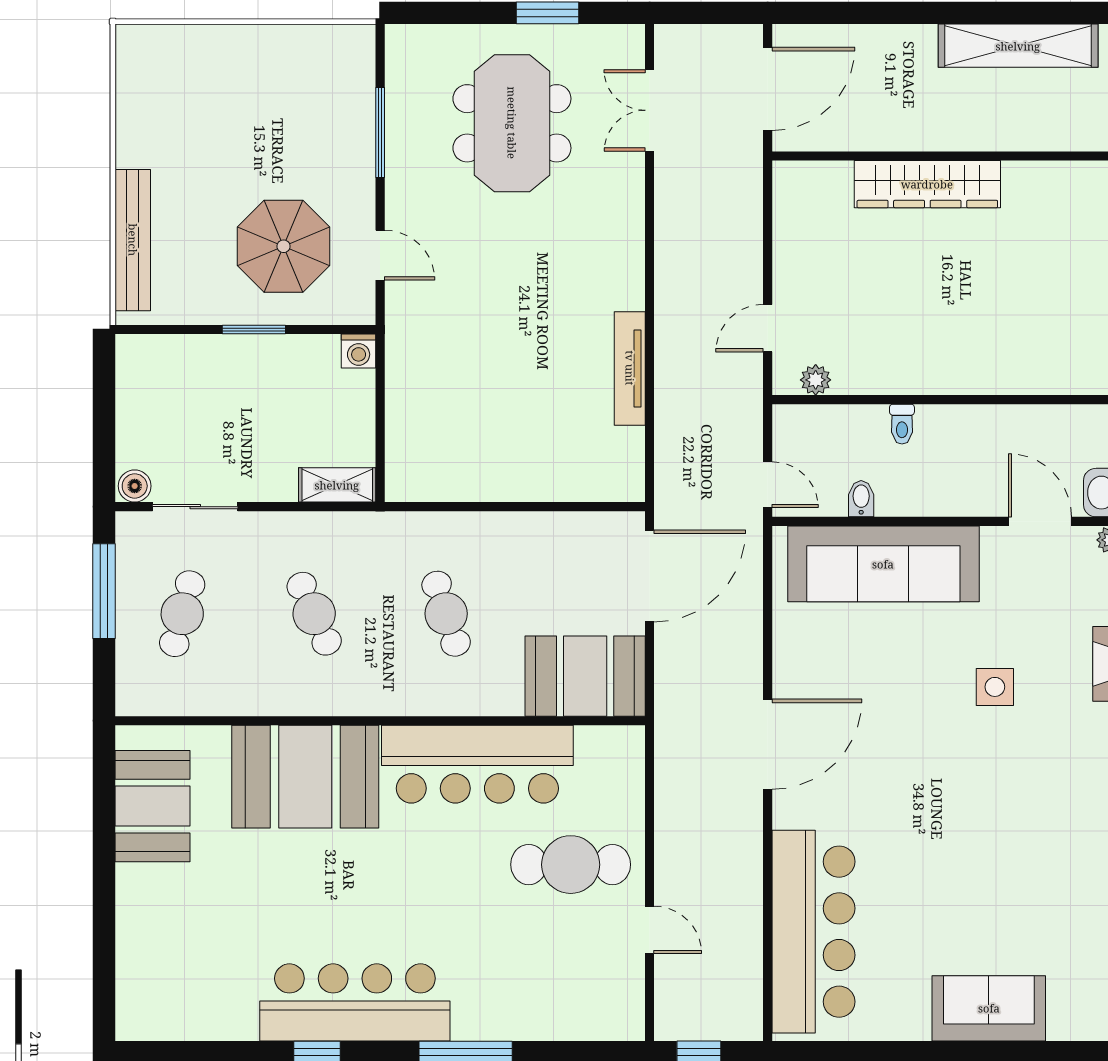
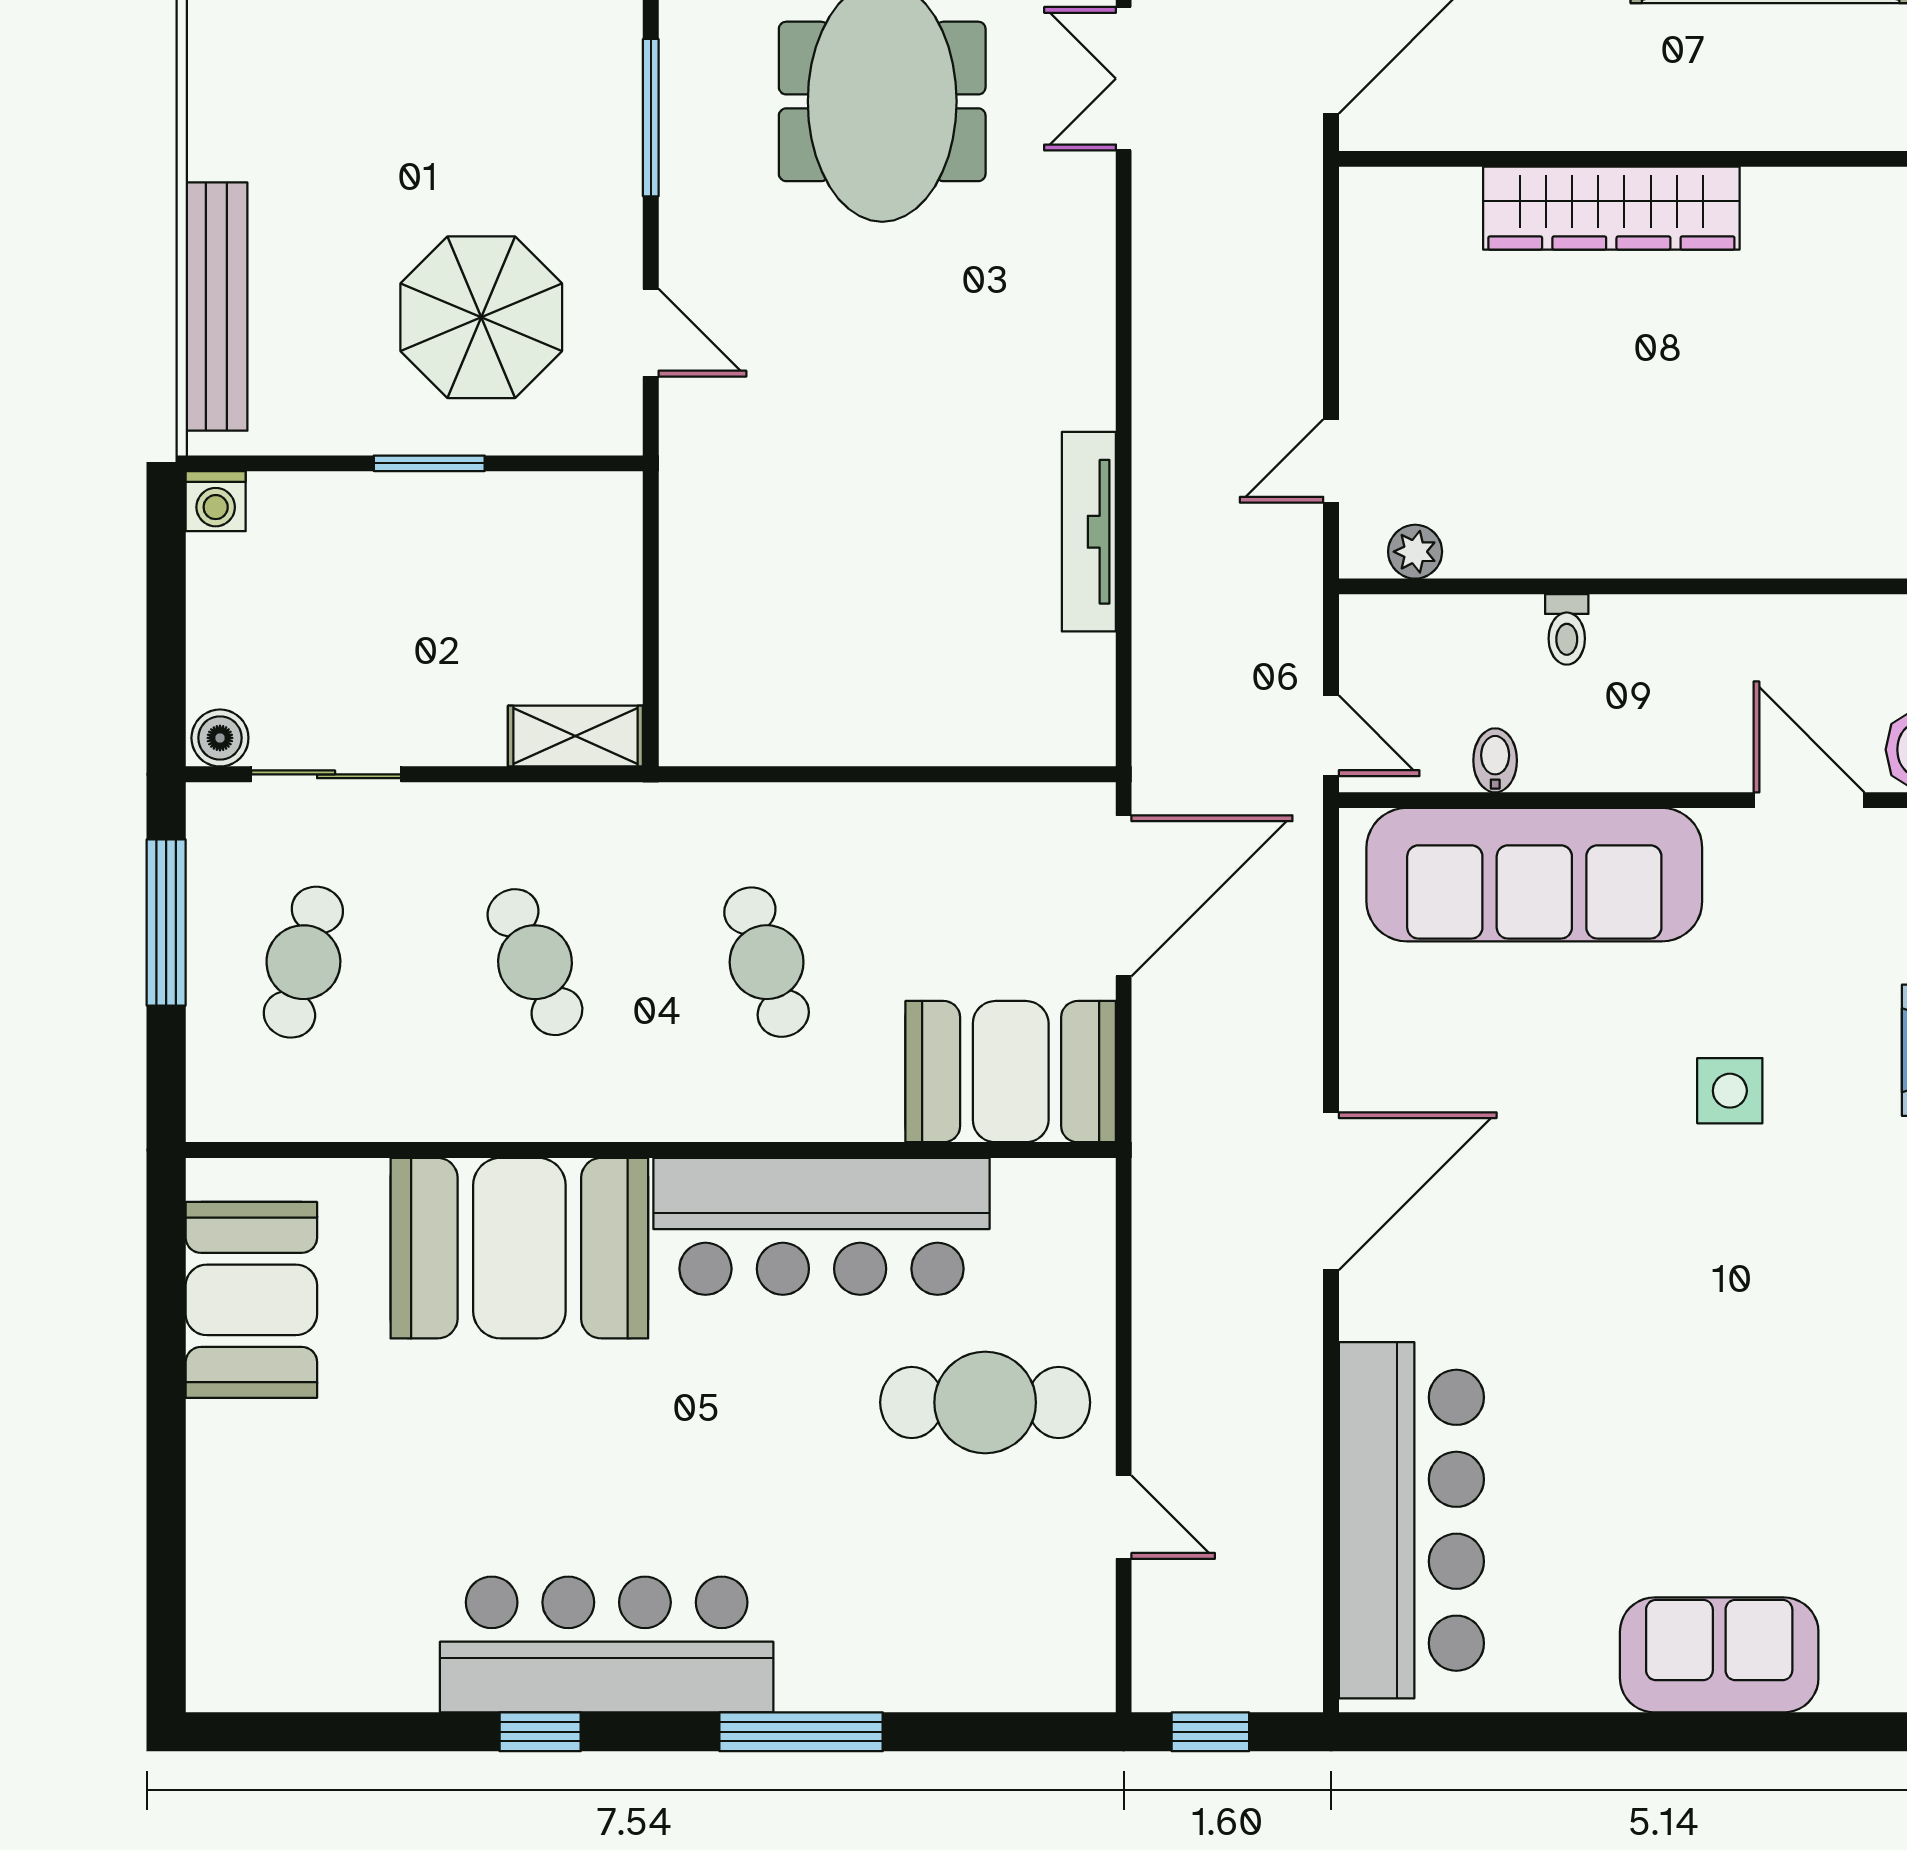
washing machine: (359, 351) -> (216, 501), moved

